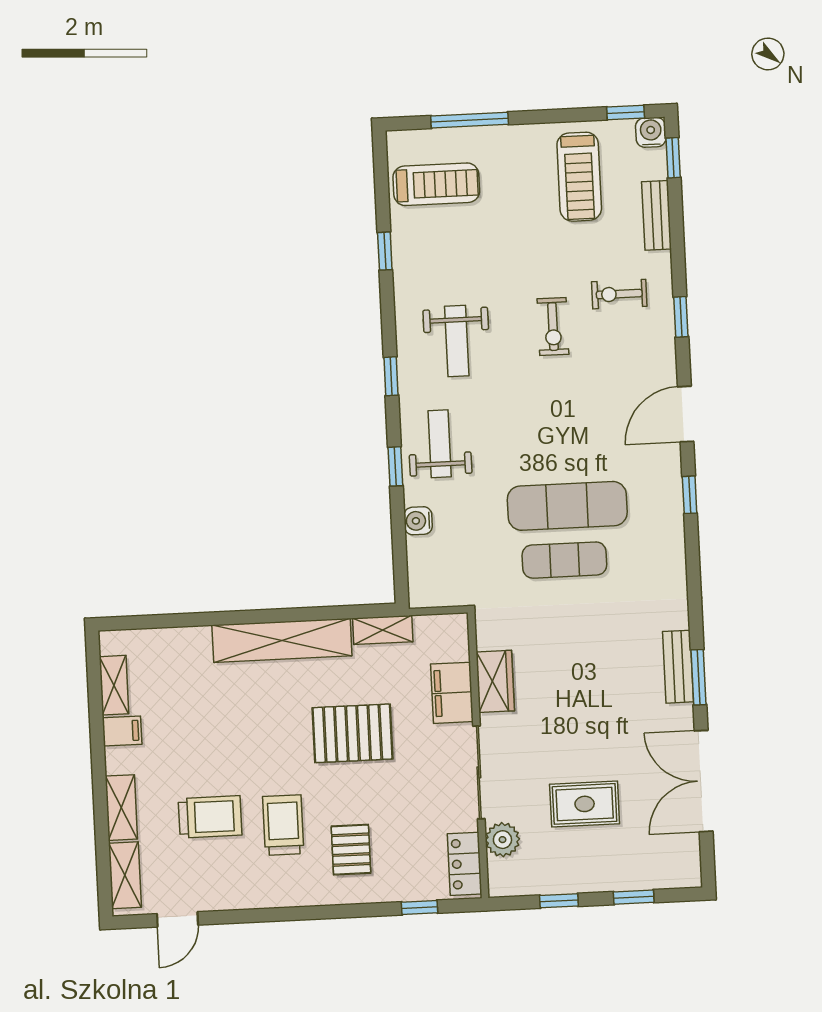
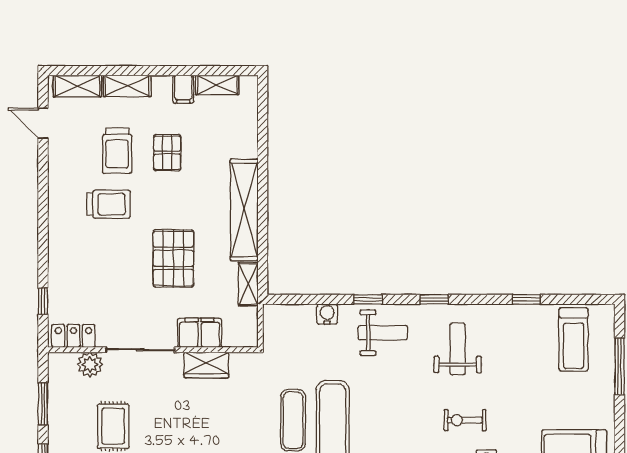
weight bench: (457, 341) -> (458, 349), turned 90
pallet: (351, 850) -> (167, 153), moved, turned 90
window: (559, 901) -> (43, 404), width x1.50

